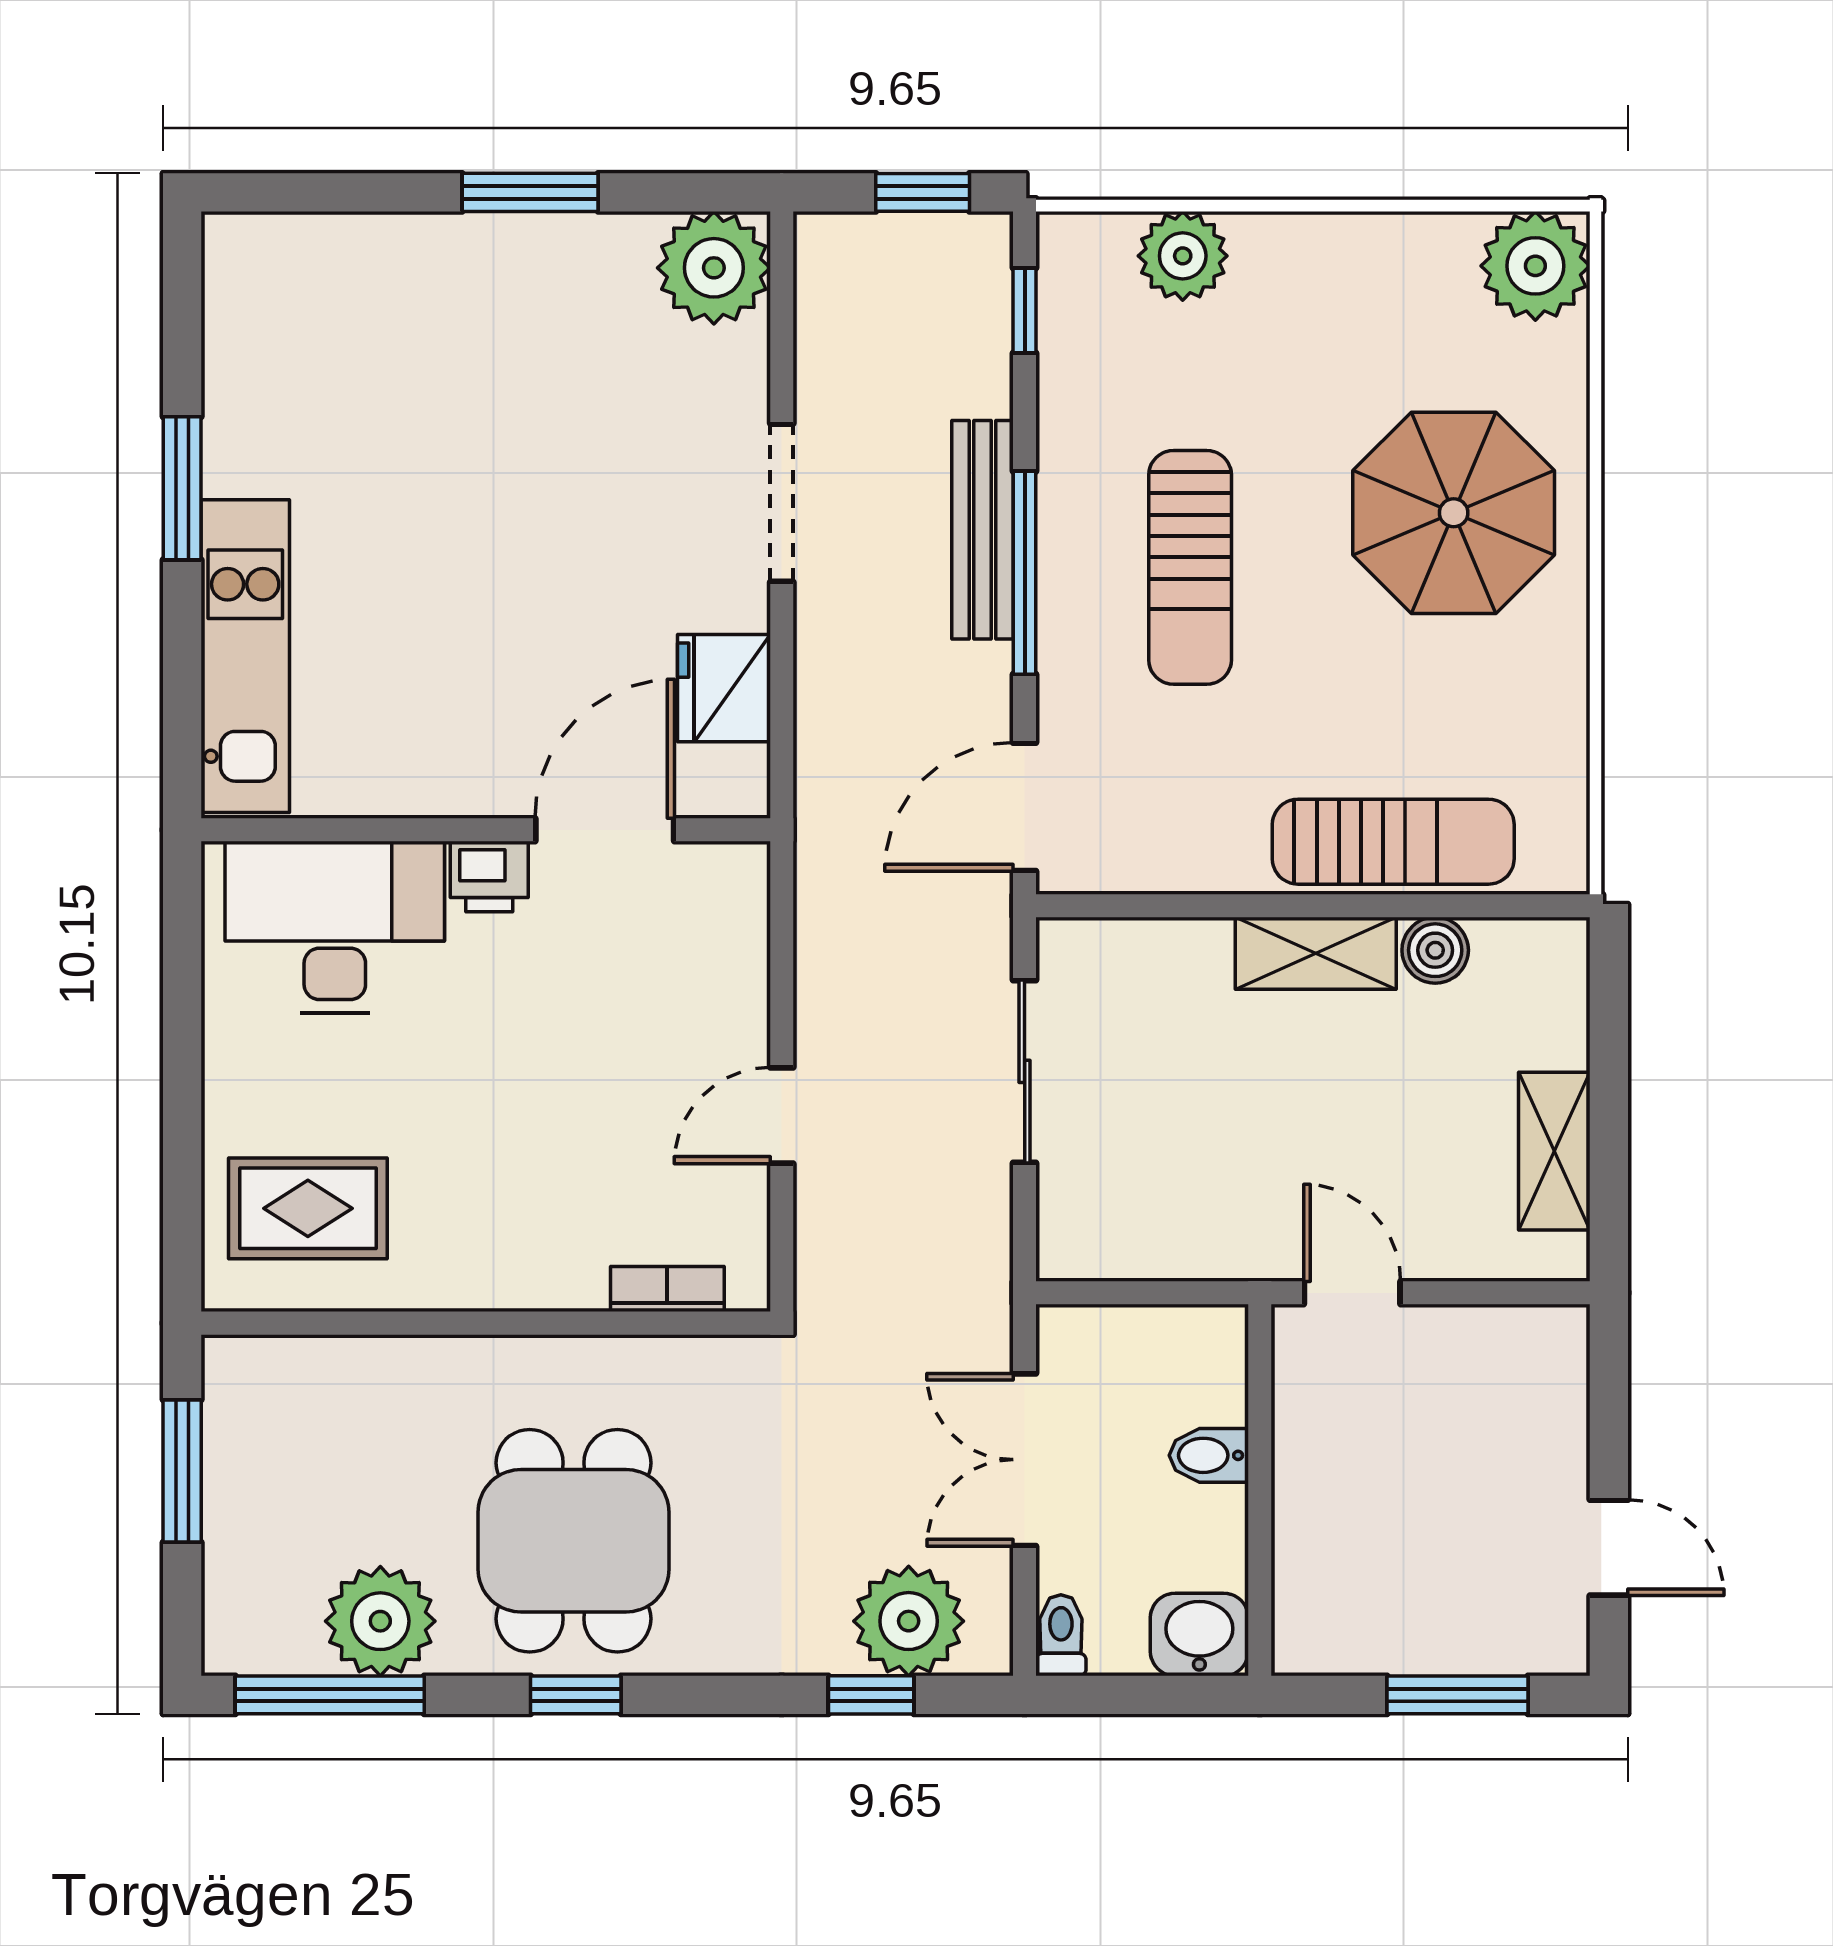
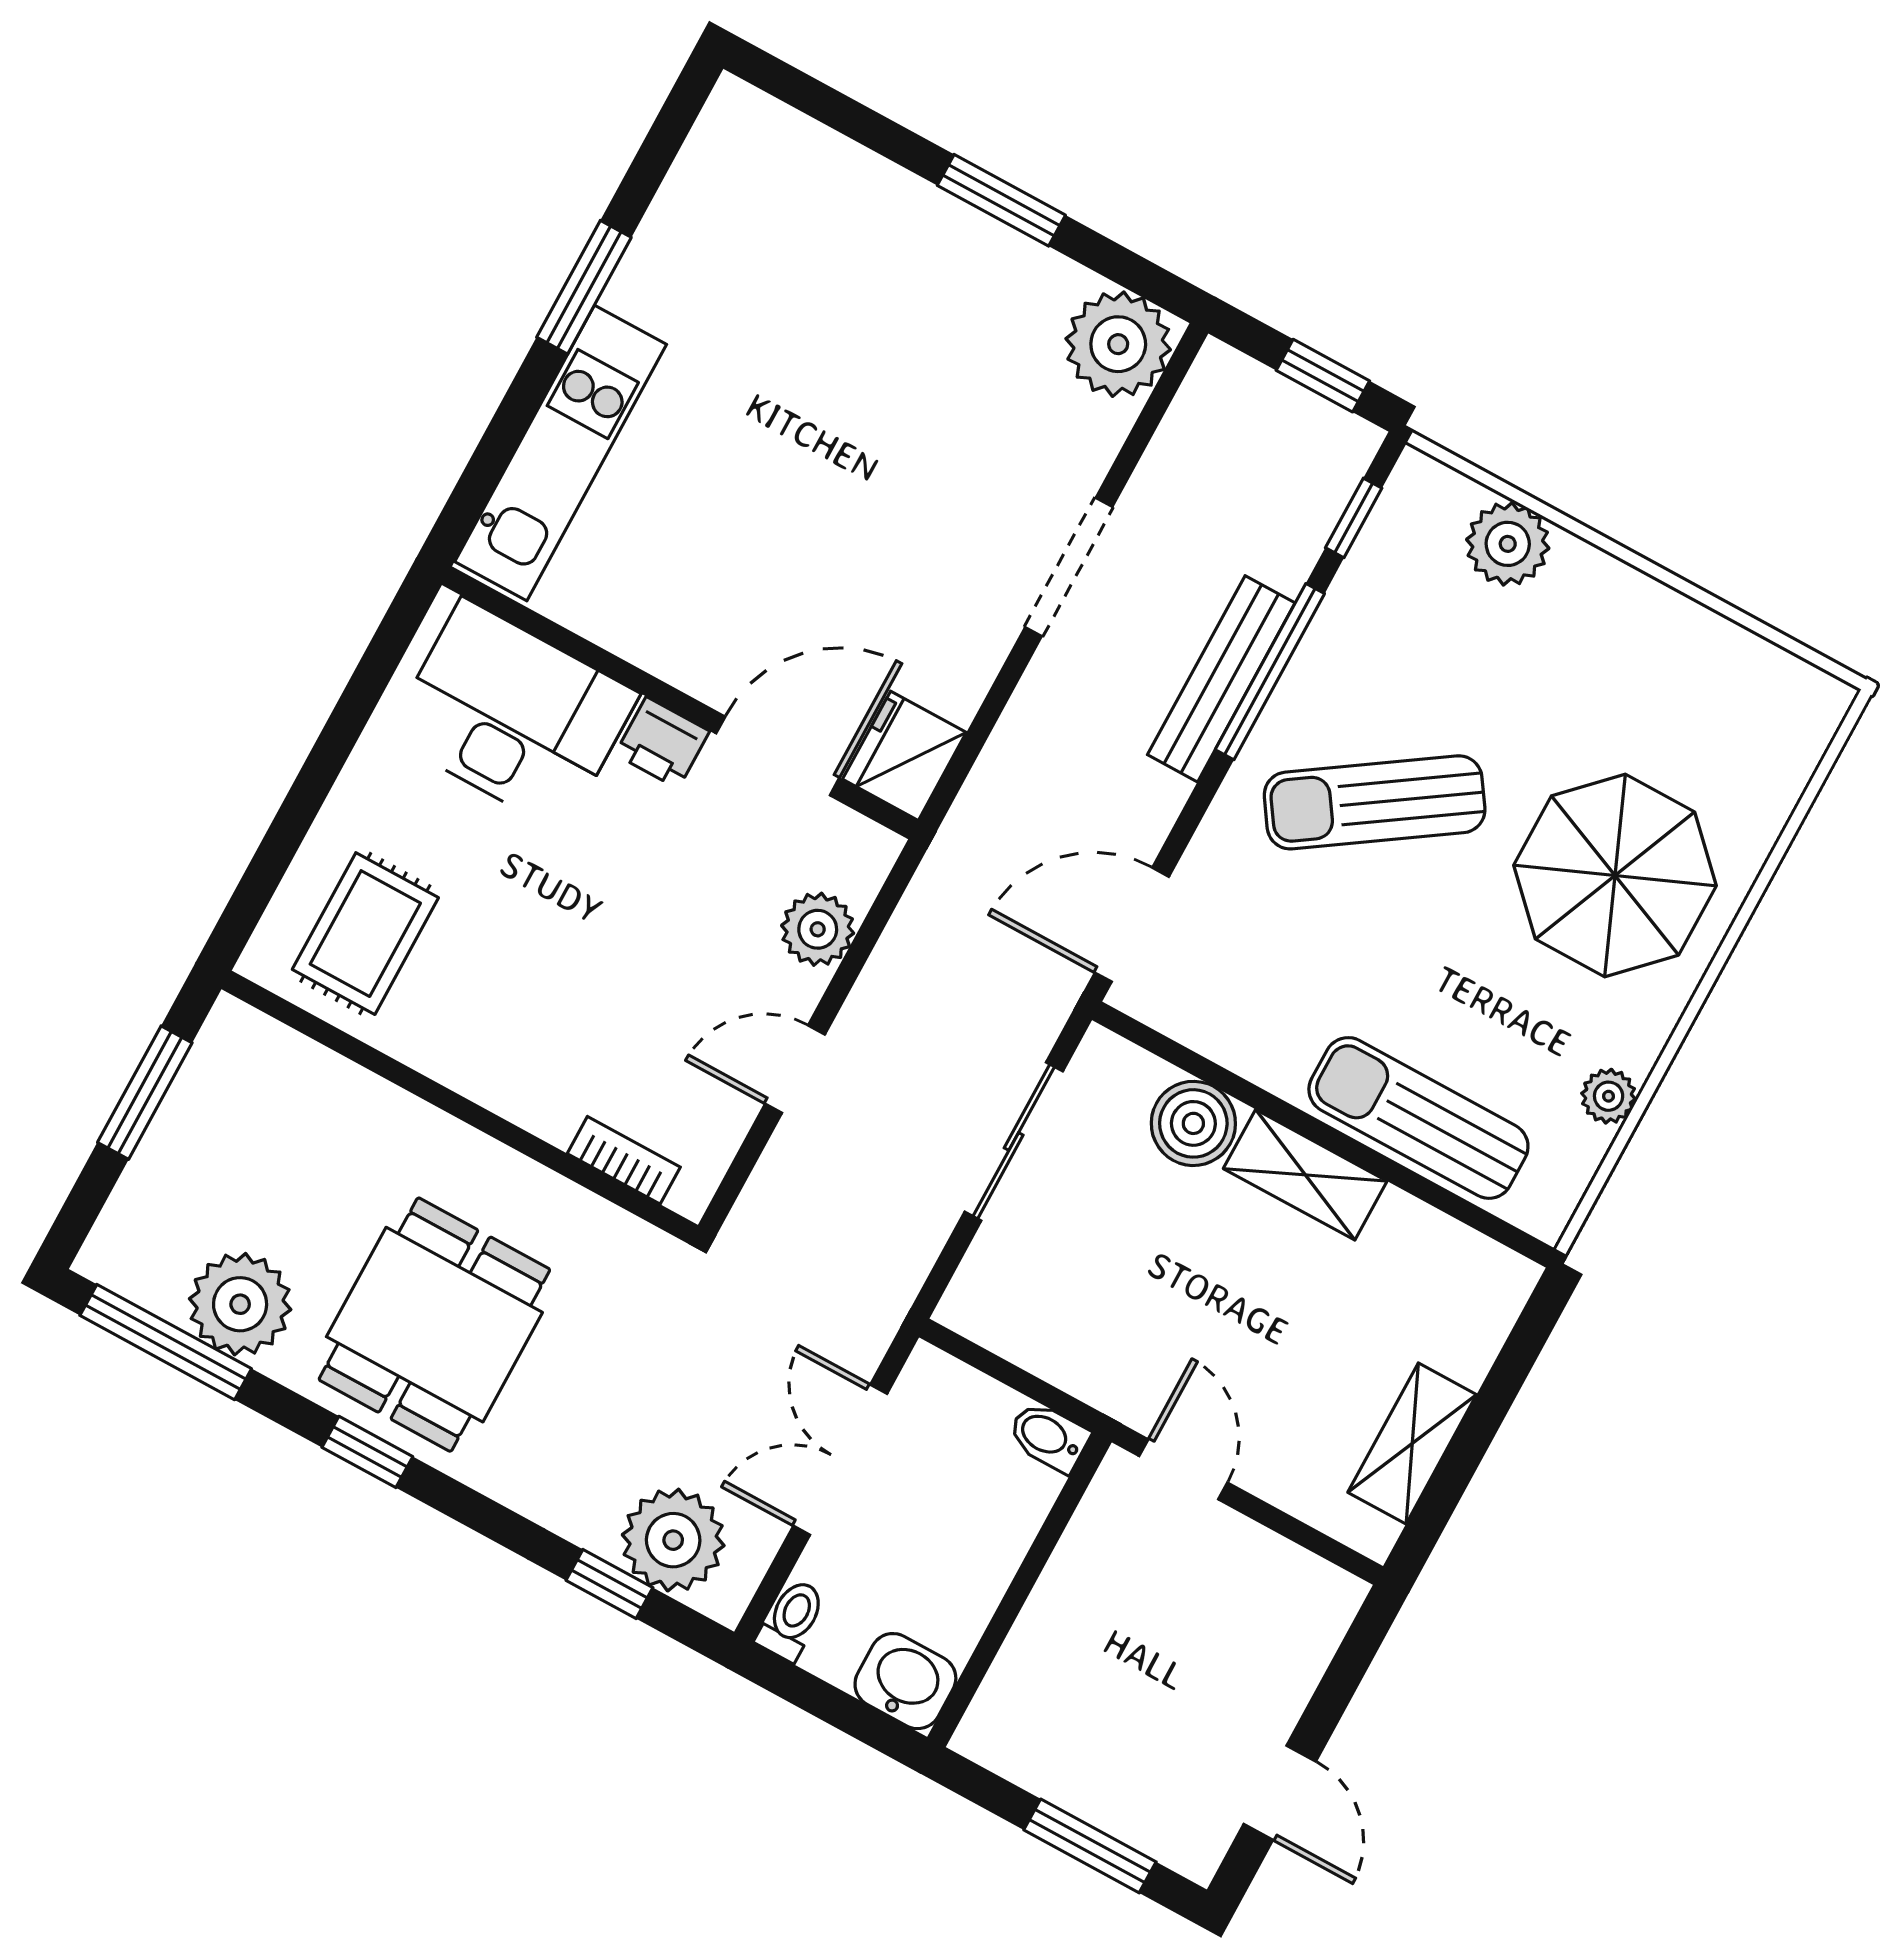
plant: (1535, 266) -> (1609, 1096), moved, width x0.53, depth x0.53
sun lounger: (1190, 567) -> (1375, 802), turned 56
window: (1025, 573) -> (1270, 672), moved
fridge: (724, 688) -> (904, 756), moved
sun lounger: (1393, 842) -> (1418, 1118), turned 180
boiler: (1435, 950) -> (1193, 1123), moved, width x1.36, depth x1.36
plant: (731, 972) -> (818, 929), added
rug: (308, 1208) -> (365, 934), turned 90
bidet: (1209, 1455) -> (1049, 1437), moved

